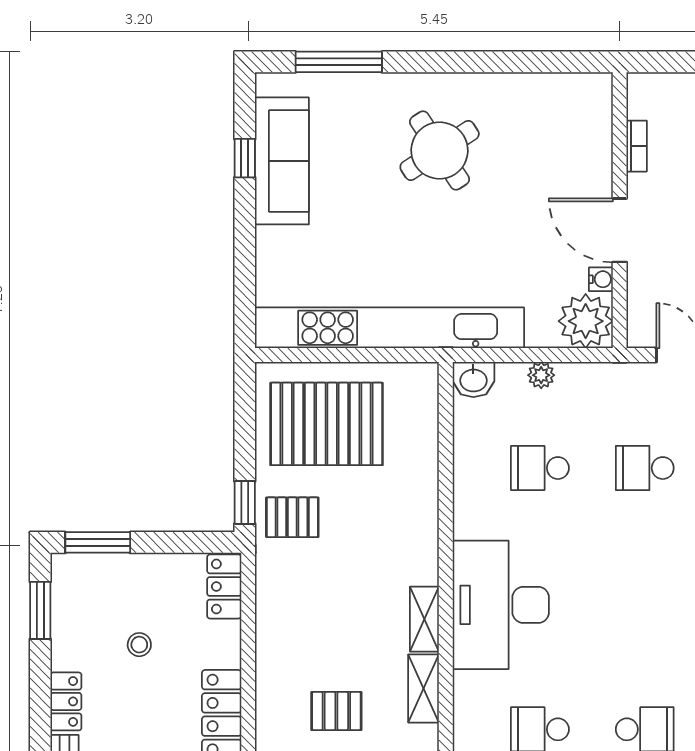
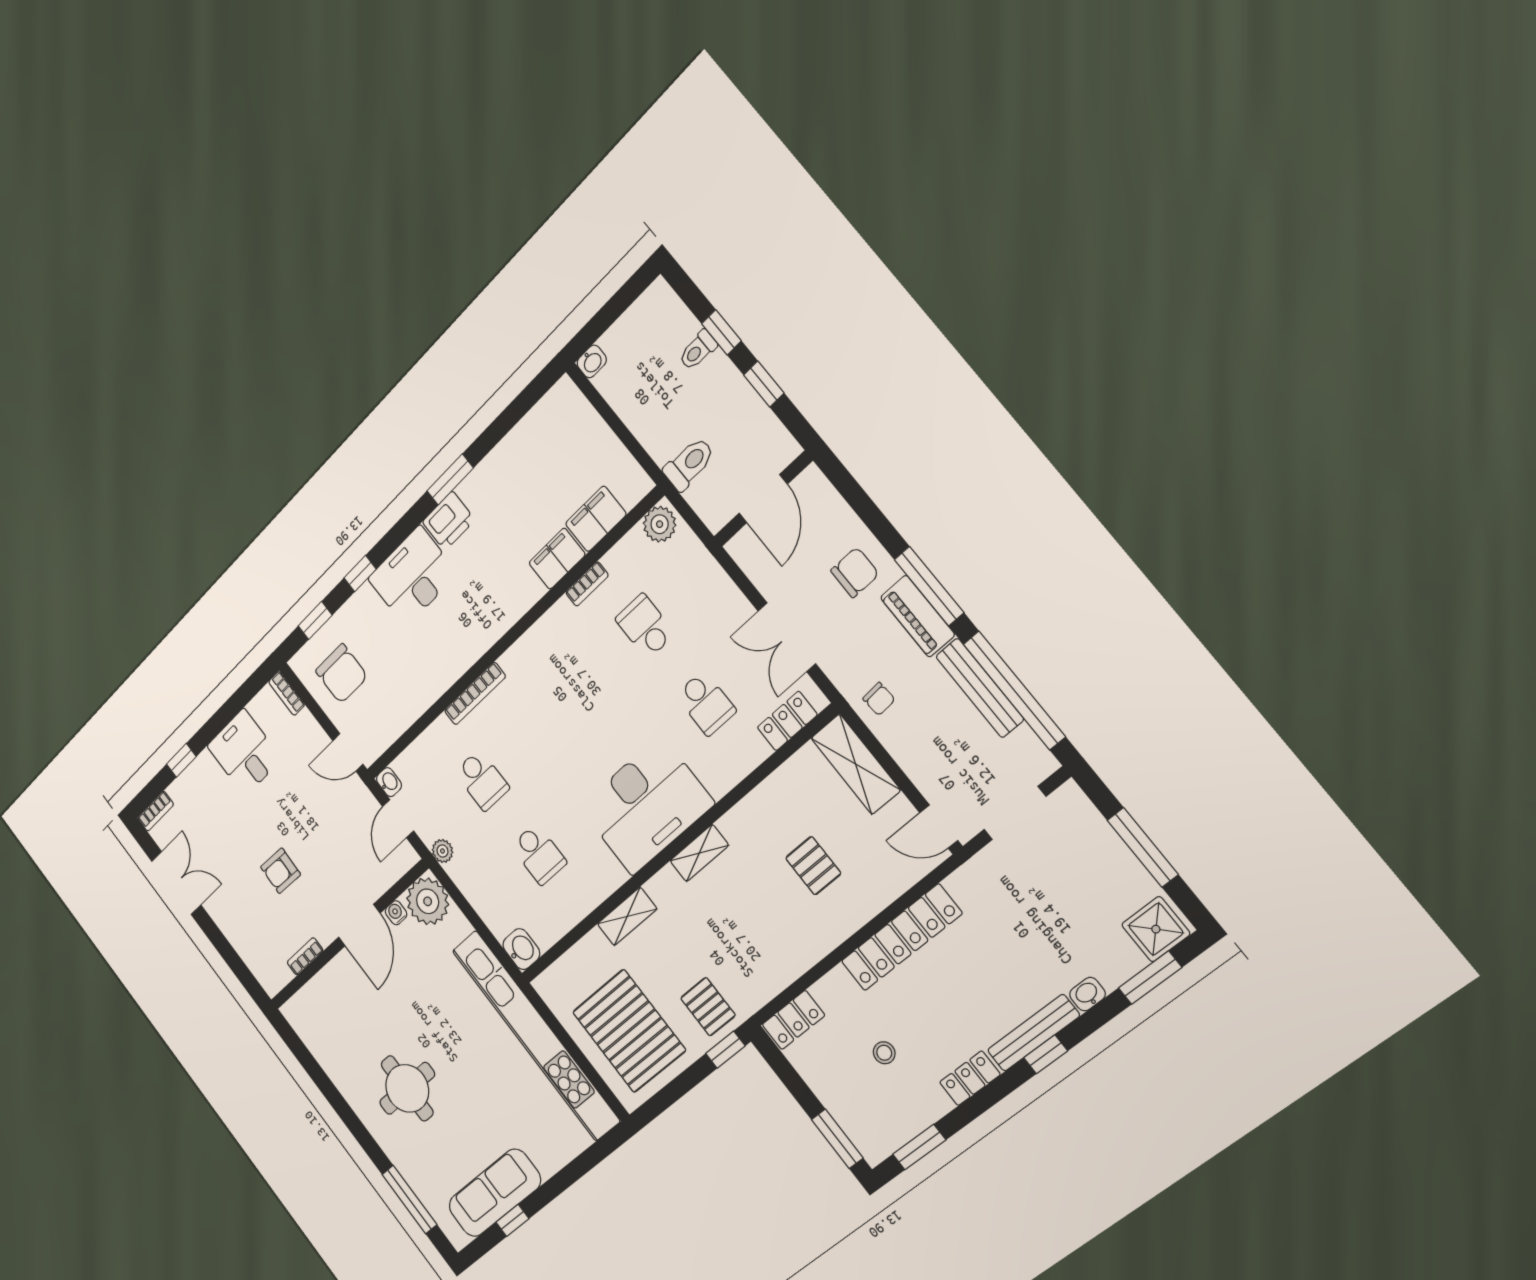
round table: (440, 151) -> (407, 1088), turned 33
plant: (541, 375) -> (442, 851), moved
shelving: (424, 688) -> (627, 916), moved

